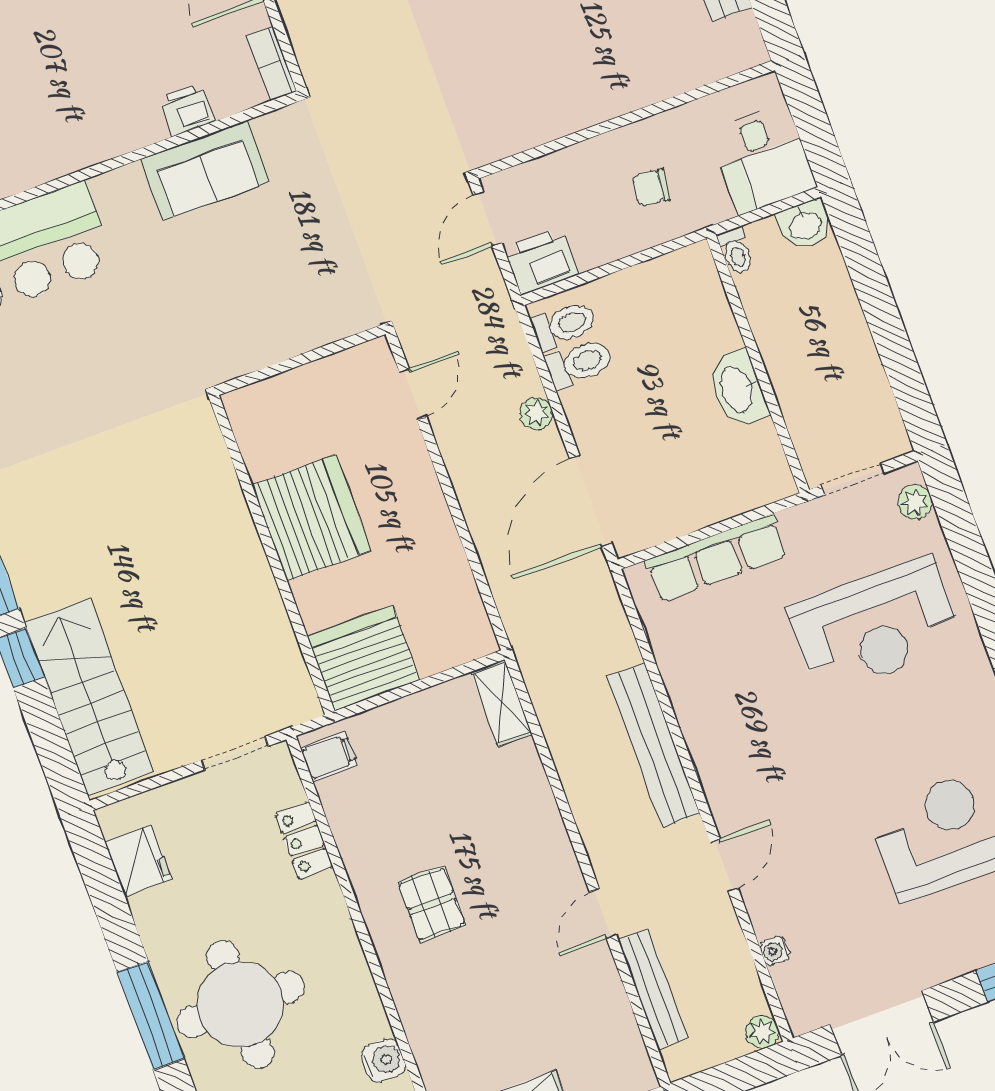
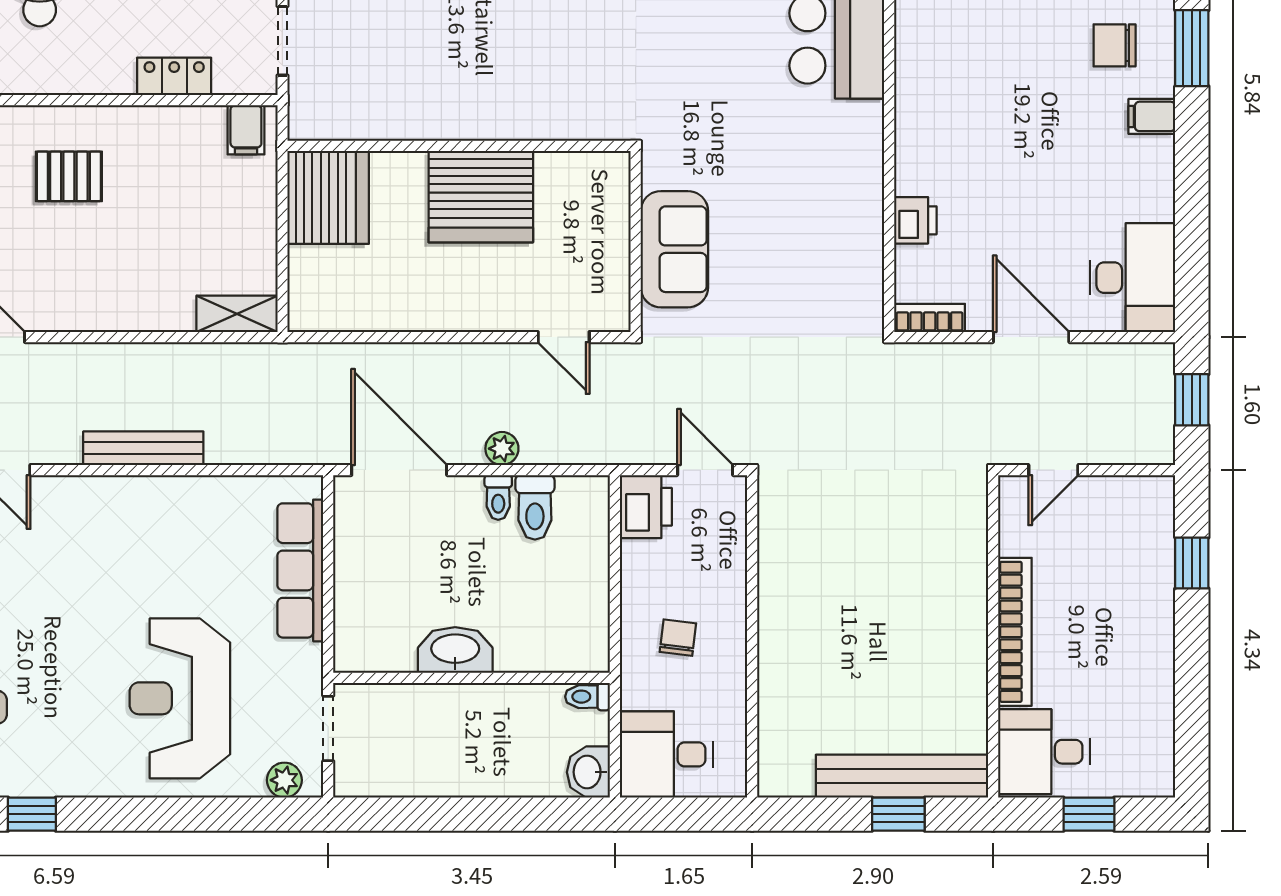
sofa: (205, 170) -> (674, 249), moved, turned 180
toilet: (564, 325) -> (498, 497), moved, width x0.73, depth x0.72
bench: (654, 745) -> (143, 448), width x0.73, depth x0.82

